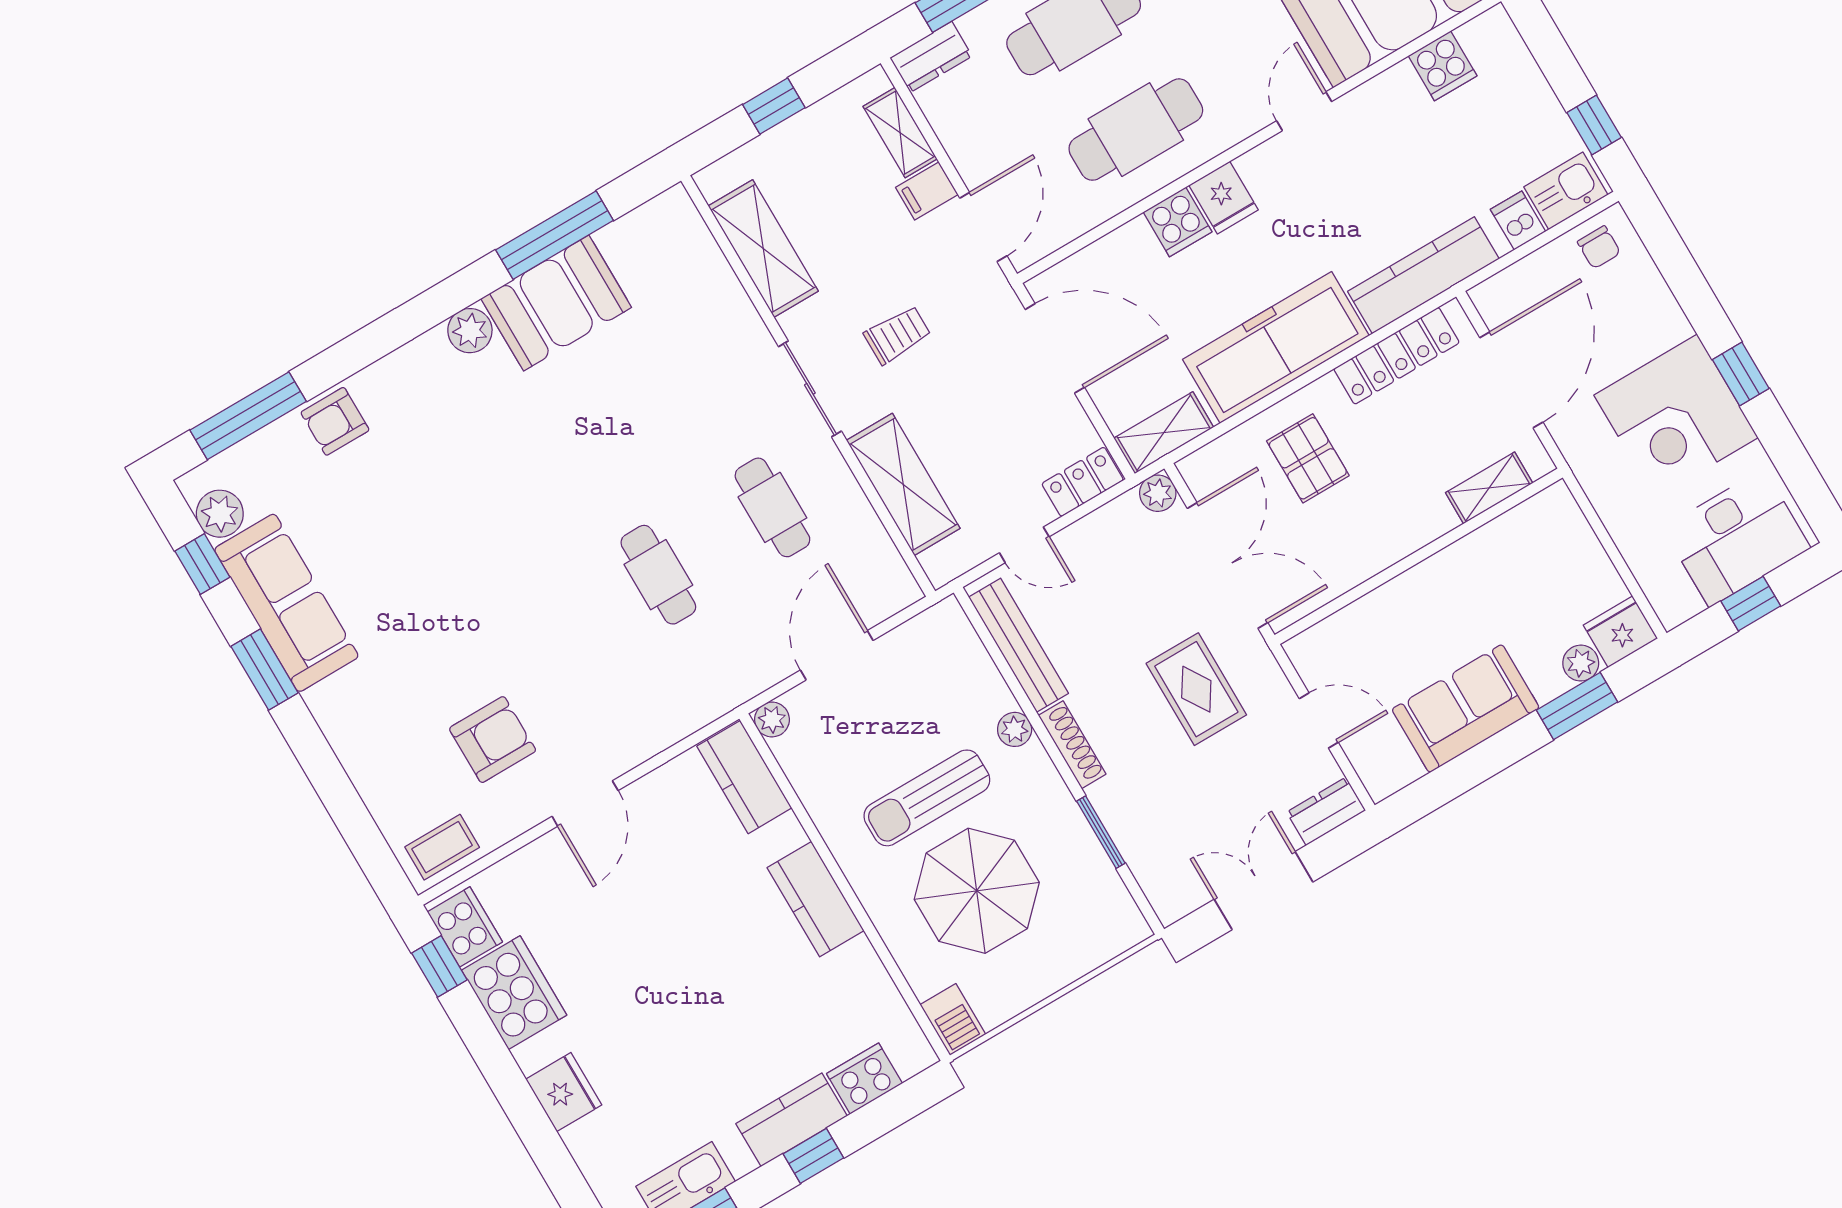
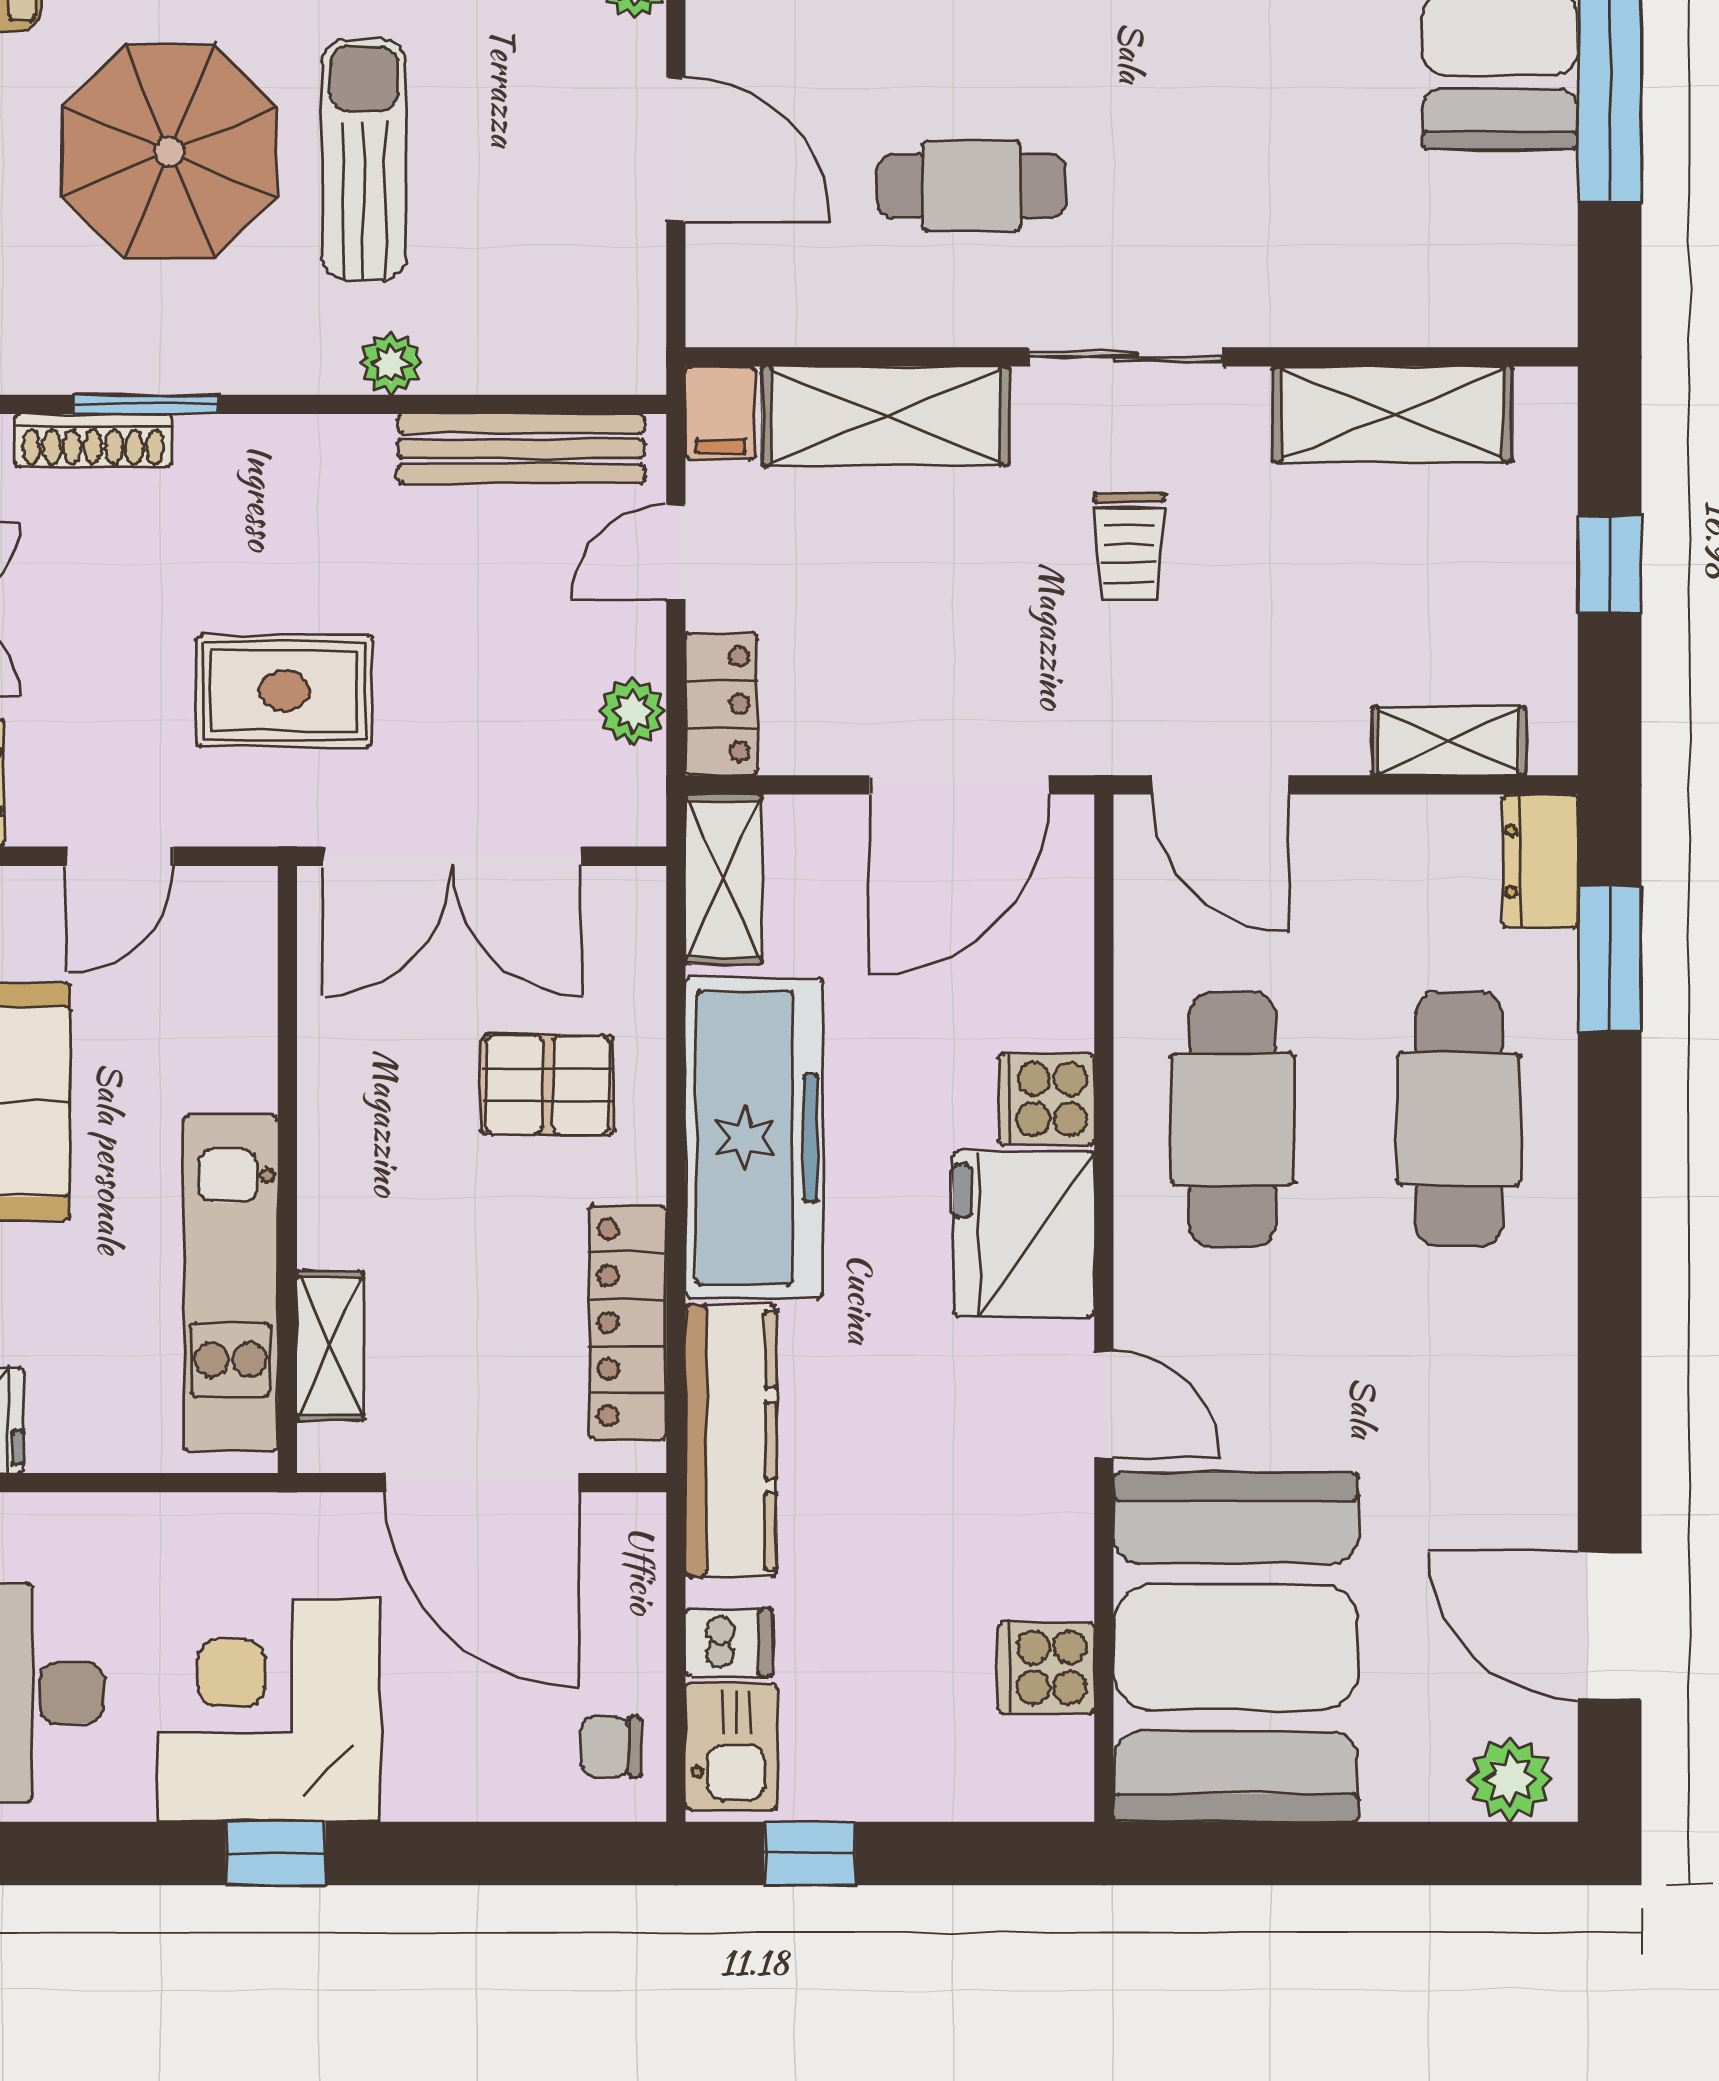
filing cabinet: (927, 191) -> (720, 413), moved, turned 180
fridge: (1224, 198) -> (1024, 1234), width x1.88, depth x1.34
plant: (1158, 493) -> (633, 711), moved
kitchen unit: (1487, 552) -> (231, 1283), added
shoe rack: (1072, 745) -> (93, 441), moved

